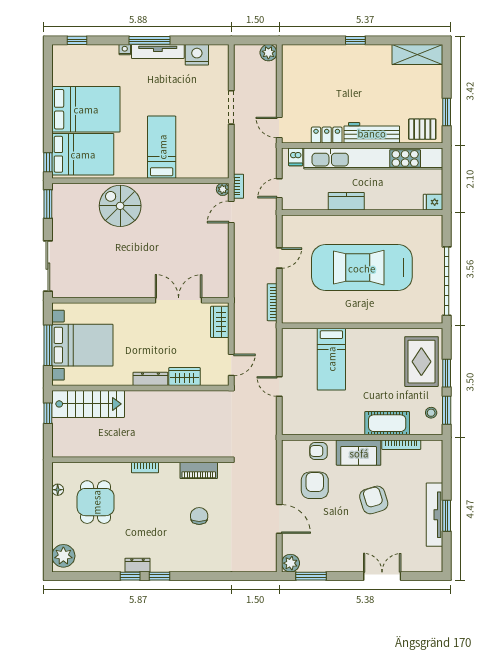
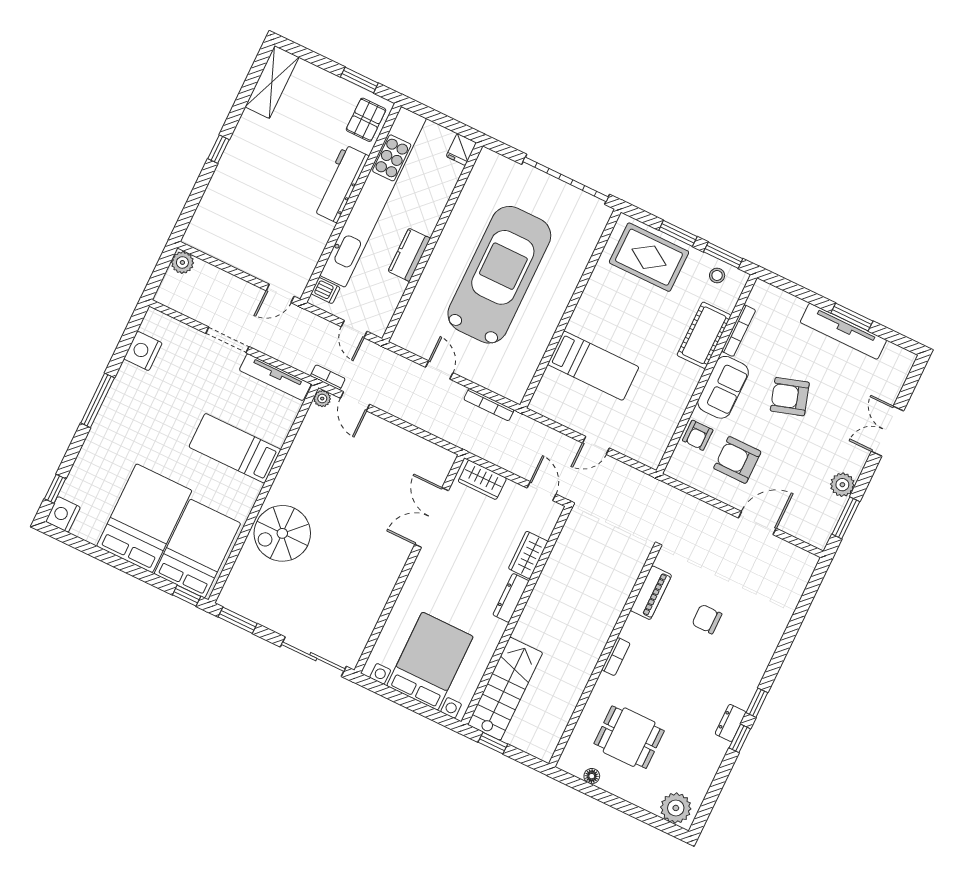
nightstand: (125, 50) -> (63, 514), moved, width x1.89, depth x1.79
tv unit: (158, 51) -> (275, 377), moved, turned 90
locker: (327, 135) -> (317, 240), removed
car: (362, 268) -> (499, 275), turned 180
window: (48, 345) -> (410, 703), removed
plant: (290, 563) -> (842, 485), moved

